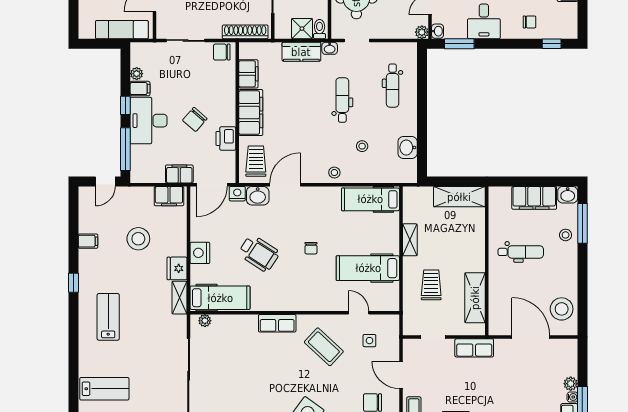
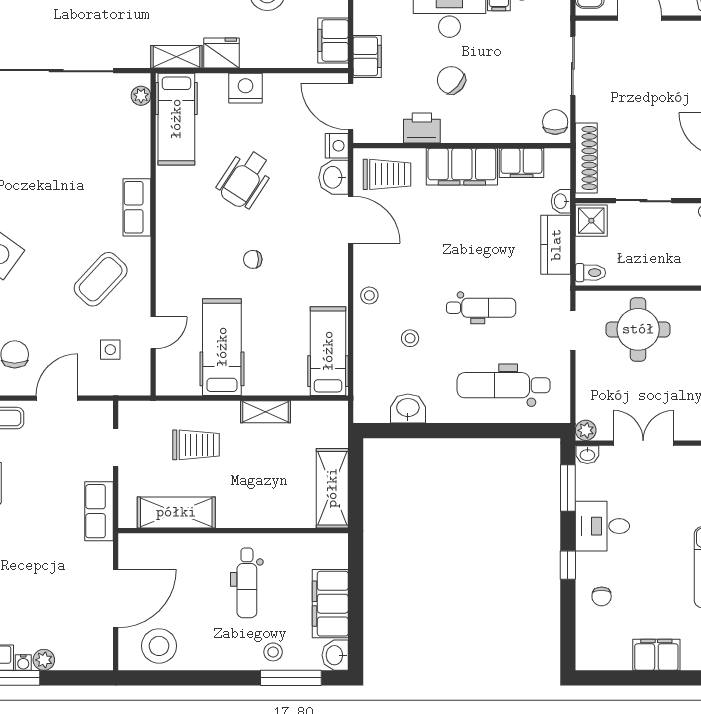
shower: (302, 29) -> (591, 221), moved
window: (552, 44) -> (568, 565), moved
washbasin: (330, 48) -> (561, 201), moved
dental chair: (393, 86) -> (504, 385), width x1.36, depth x1.38

